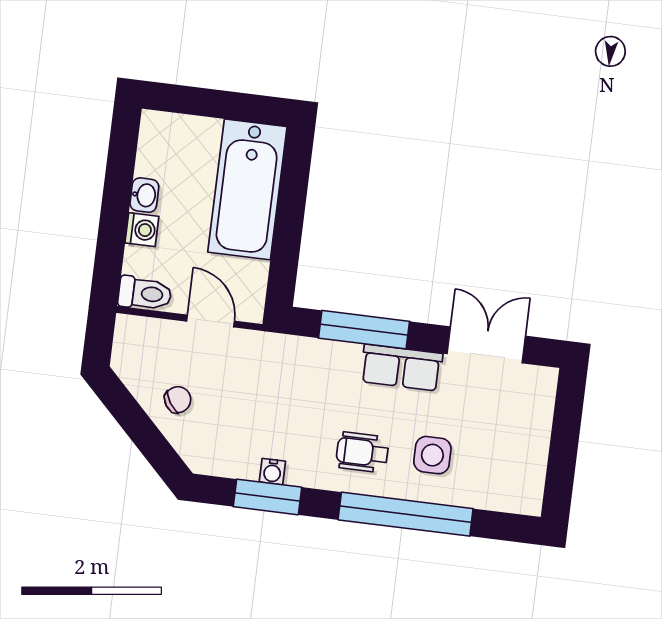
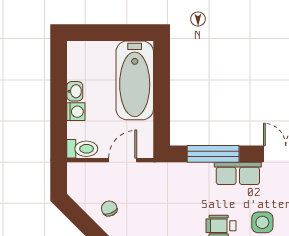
door: (210, 321) -> (123, 160), hinge flipped
chair: (178, 400) -> (109, 208), turned -79

